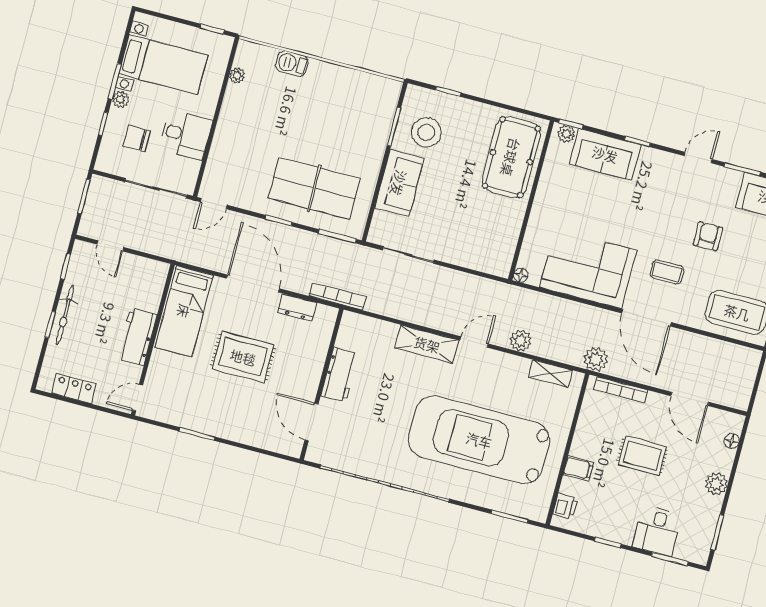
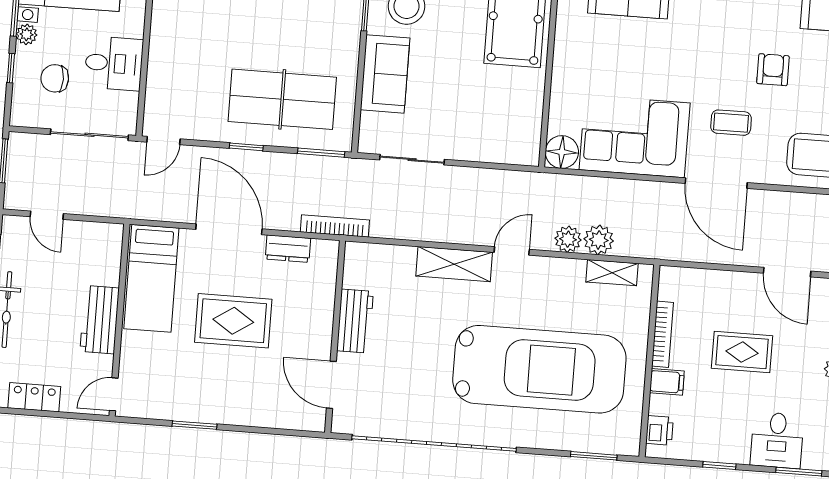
floor lamp: (521, 275) -> (562, 152), width x1.89, depth x1.89
plant: (596, 359) -> (599, 240), moved
bookcase: (621, 390) -> (663, 334), moved, turned -90
car: (479, 440) -> (539, 369), turned 180

